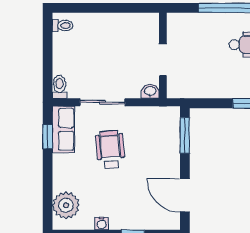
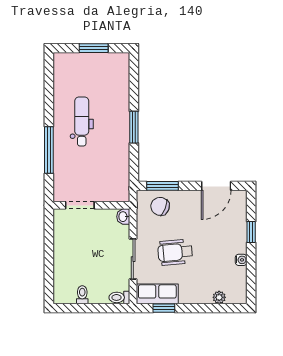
toilet: (63, 26) -> (82, 295), moved
doorway: (163, 60) -> (80, 205), moved
chair: (162, 133) -> (160, 206), added
plant: (66, 205) -> (219, 297), width x0.53, depth x0.53

